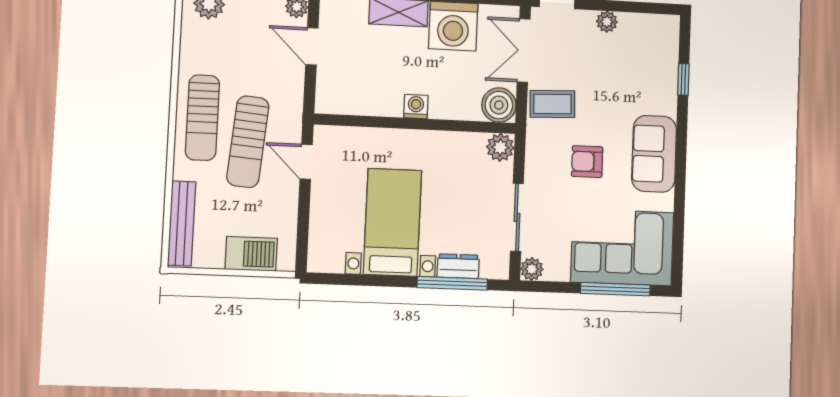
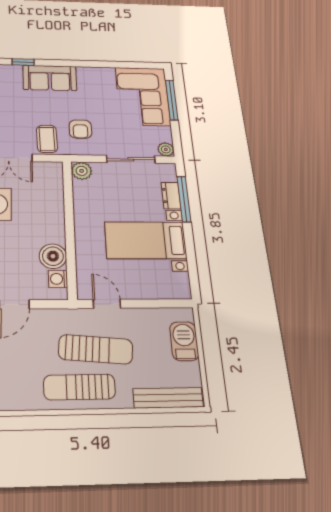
boiler: (499, 105) -> (53, 256), moved
washing machine: (416, 107) -> (58, 279), moved
sun lounger: (202, 118) -> (79, 387), turned 180
sofa: (654, 154) -> (50, 78), moved
door: (306, 162) -> (107, 304), swing flipped
armchair: (587, 162) -> (80, 129), moved

